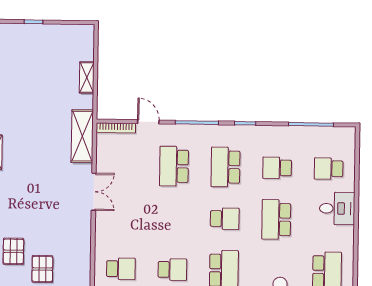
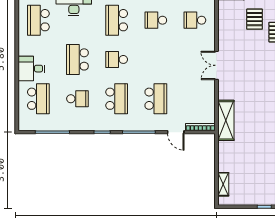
shelving: (87, 78) -> (223, 184), moved
school desk: (329, 169) -> (38, 99), width x1.85
double door: (94, 192) -> (216, 65), moved
school desk: (276, 219) -> (77, 59), turned 180

